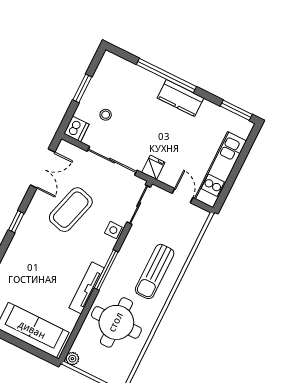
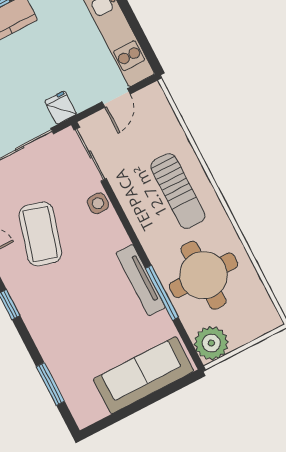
door: (183, 196) -> (116, 98), swing flipped
window: (106, 270) -> (162, 293), moved
plant: (72, 359) -> (211, 343), width x1.88, depth x1.88

